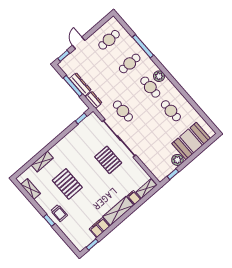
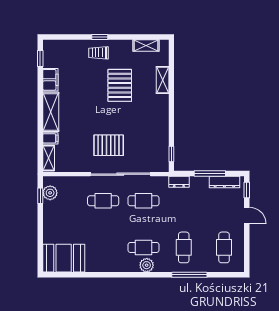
dresser: (80, 84) -> (224, 182), moved
cafe table: (171, 111) -> (103, 201), moved
booth: (191, 141) -> (64, 258), moved, turned 90
plant: (177, 160) -> (50, 193), moved
pallet: (67, 184) -> (120, 85), turned 90

